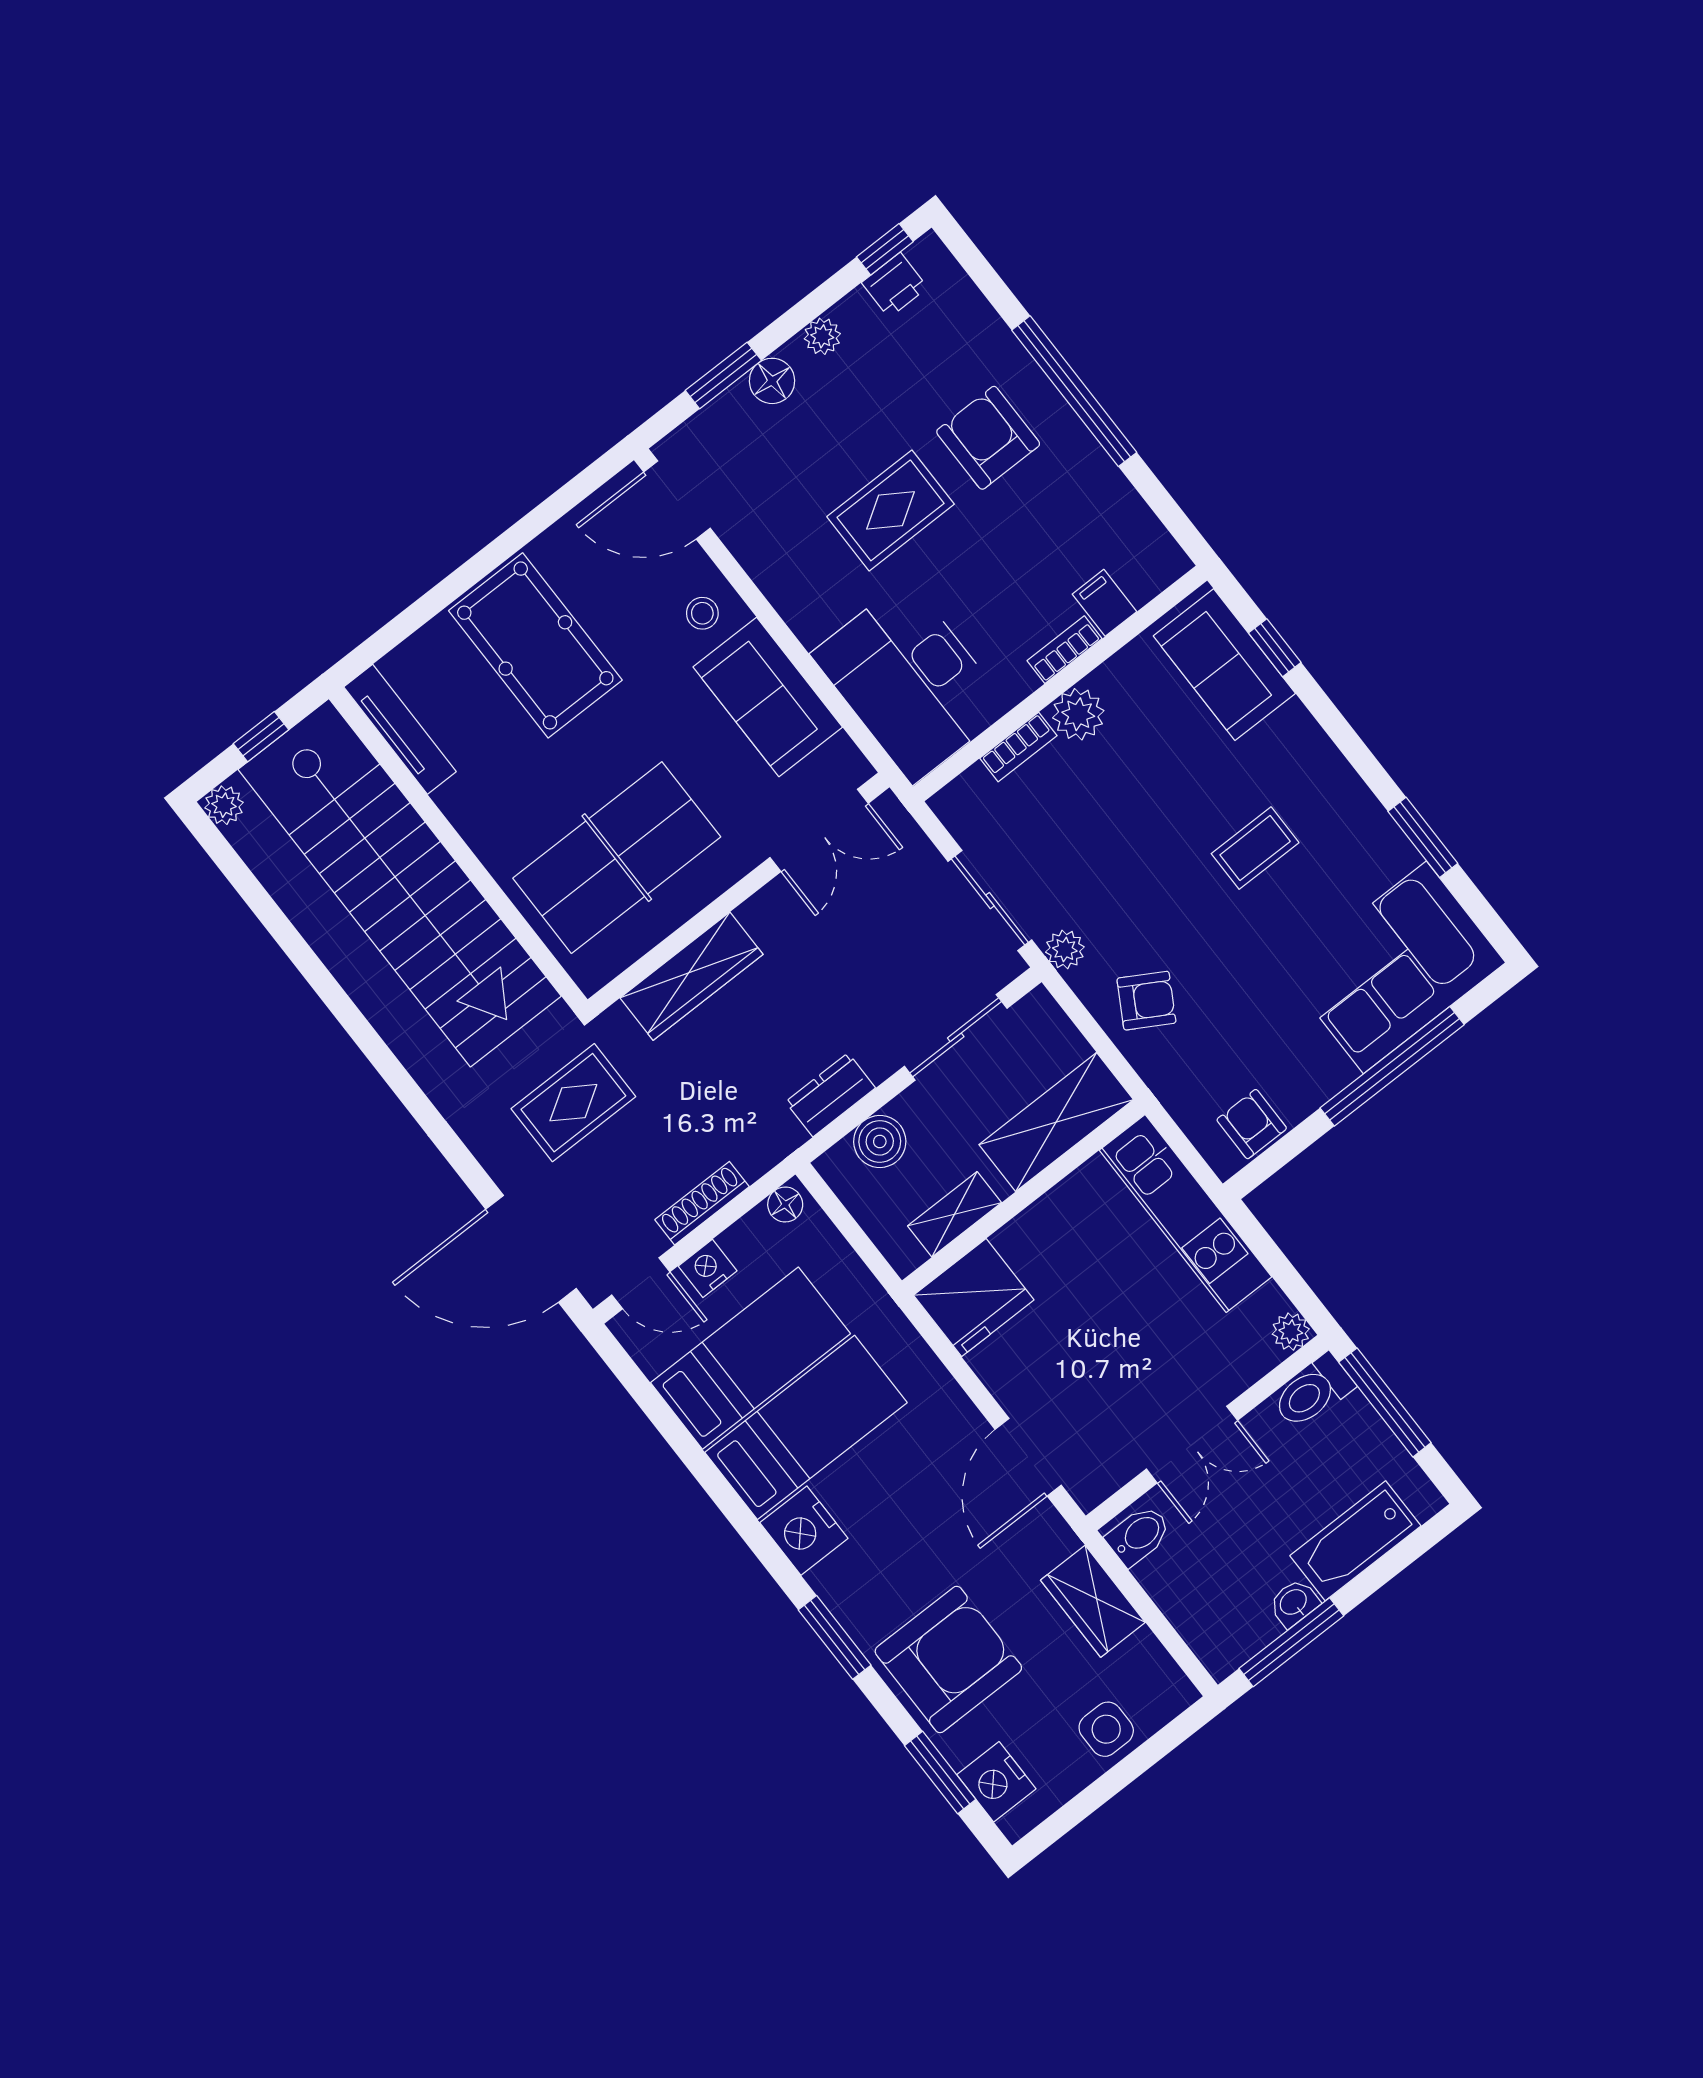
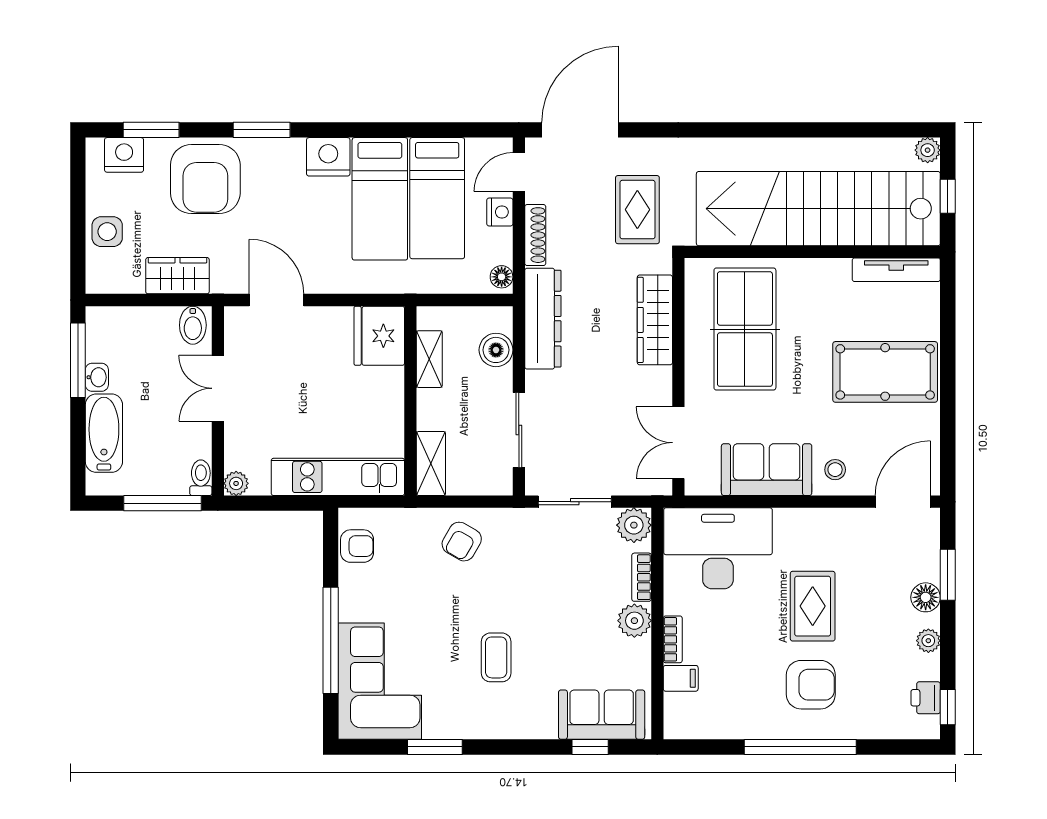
plant: (1065, 950) -> (634, 525), moved, width x1.38, depth x1.38
dresser: (830, 1095) -> (543, 319), width x1.96, depth x1.24
shelving: (1056, 1122) -> (431, 463), width x0.67, depth x0.75
toilet: (1313, 1392) -> (201, 478), width x0.73, depth x0.72

